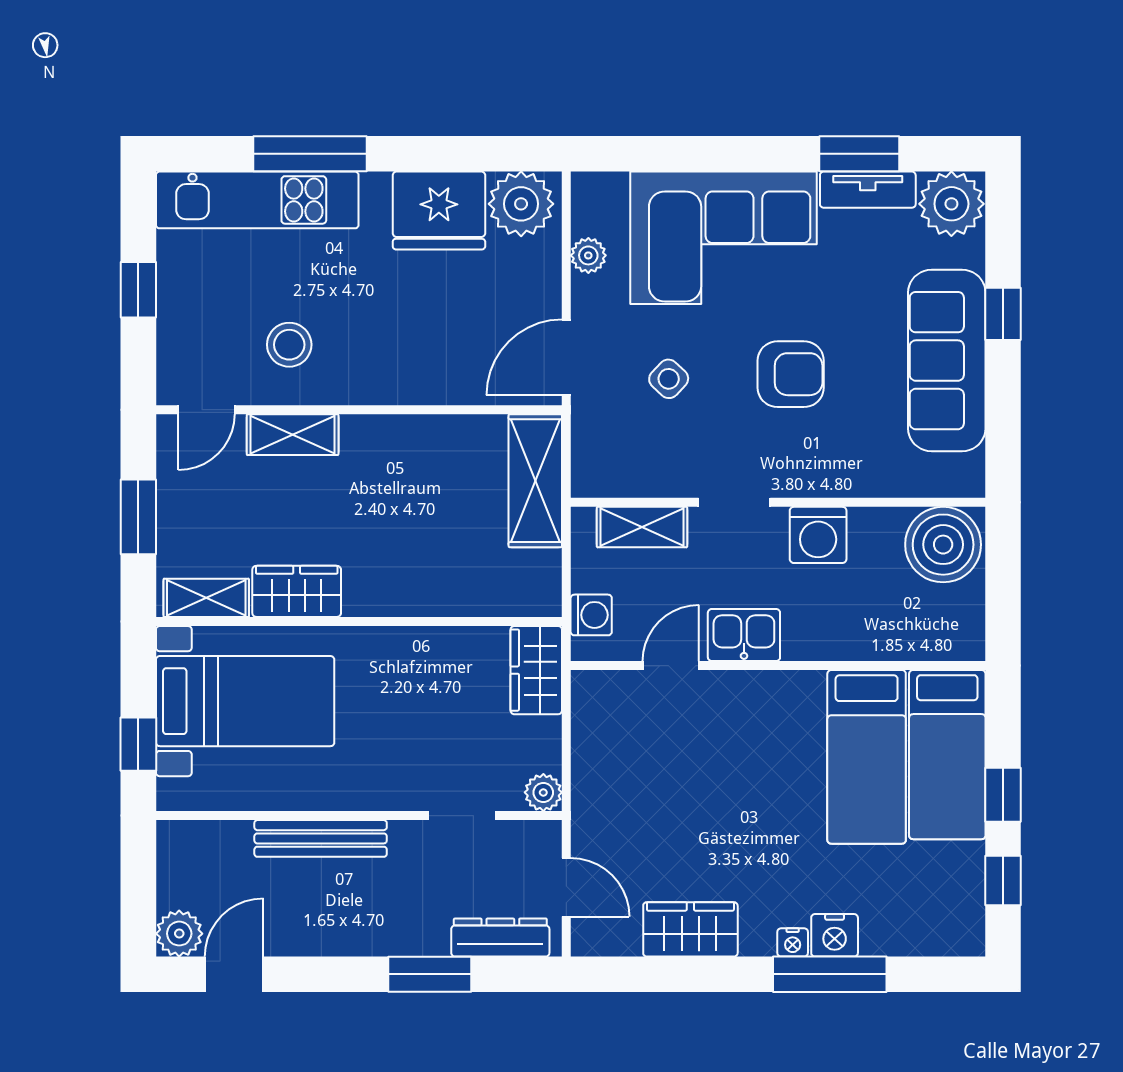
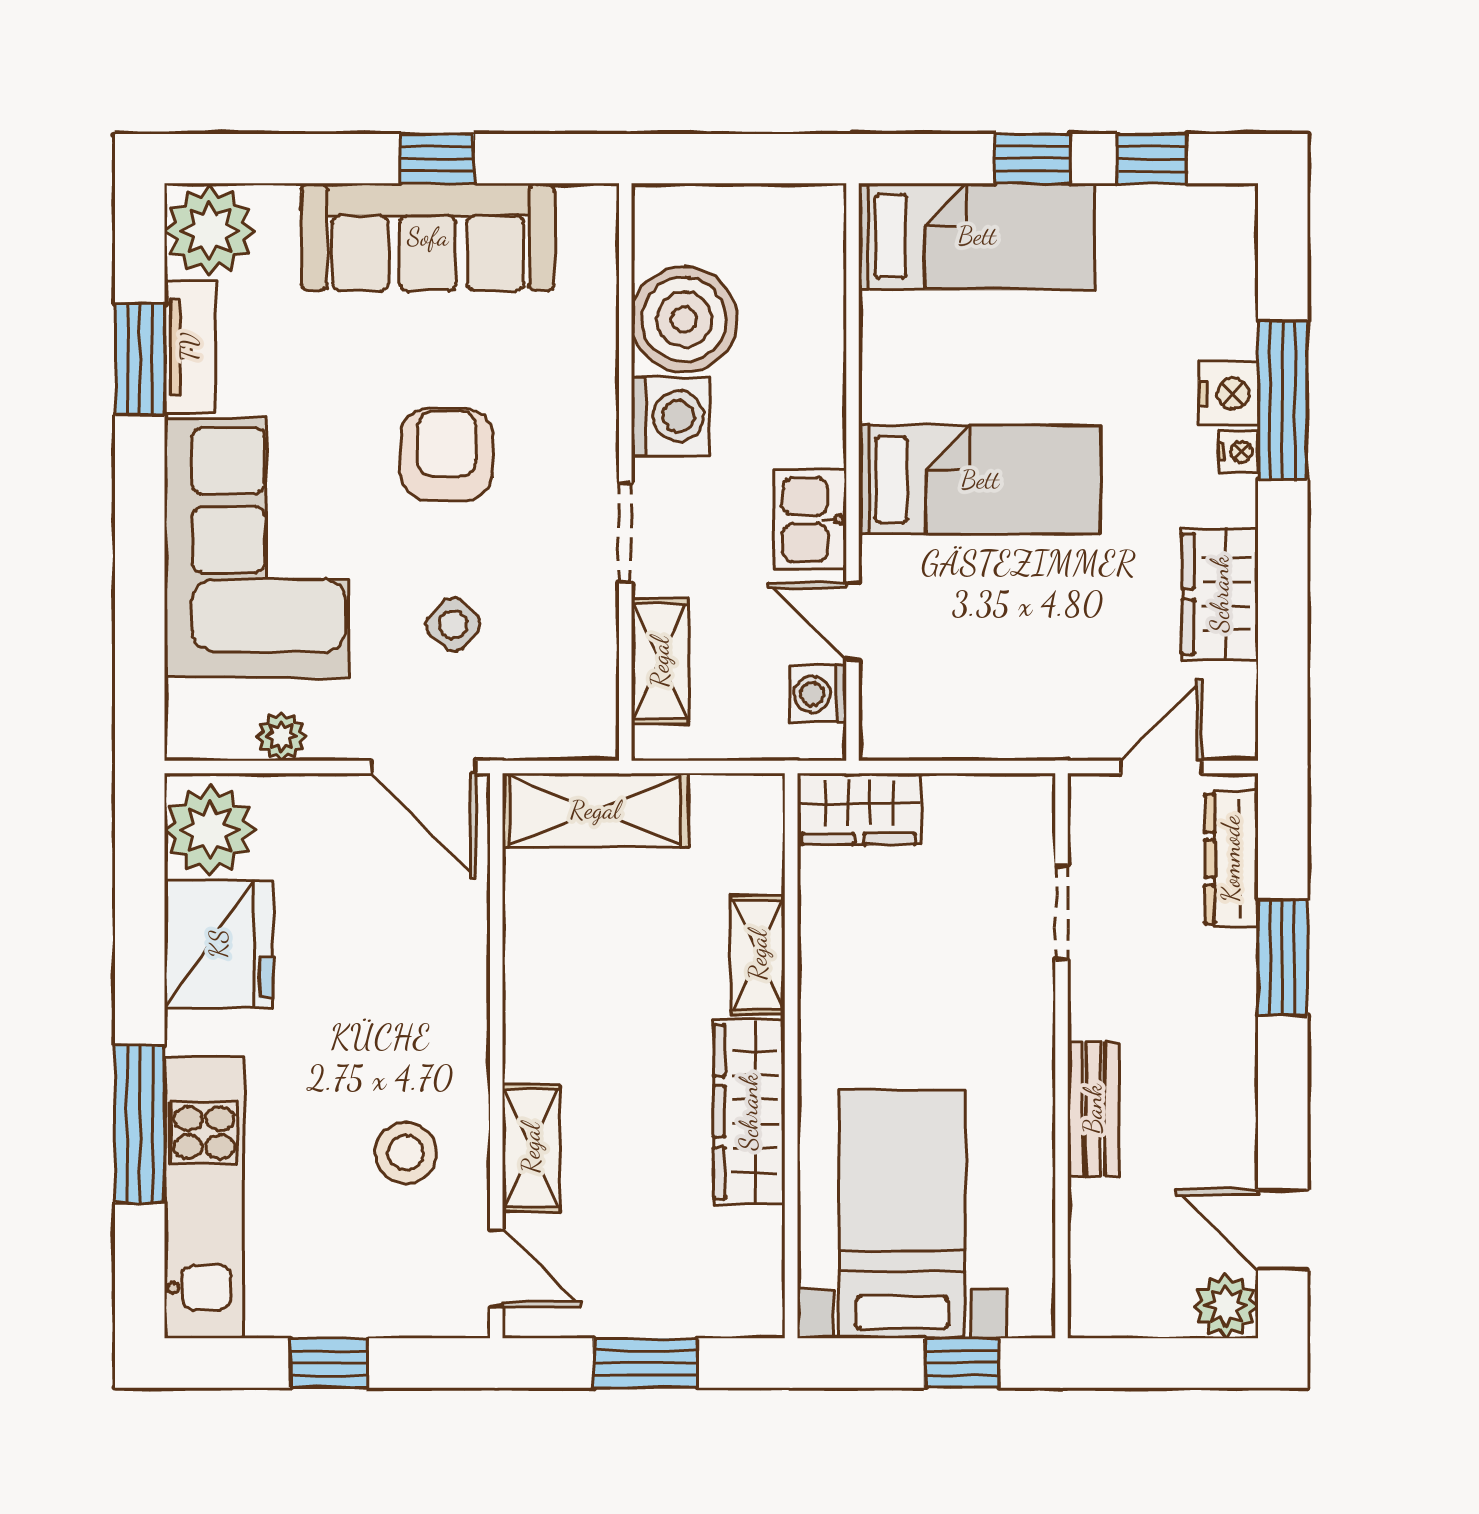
window: (1003, 314) -> (437, 159), moved
boiler: (943, 545) -> (684, 319), moved
wardrobe: (297, 591) -> (749, 1112), width x1.50
shelving: (206, 598) -> (758, 955), moved
washing machine: (591, 615) -> (818, 694), moved, turned -90
bed: (867, 757) -> (980, 480), moved
plant: (543, 792) -> (1029, 799), removed
bench: (321, 838) -> (1093, 1109), width x0.73

